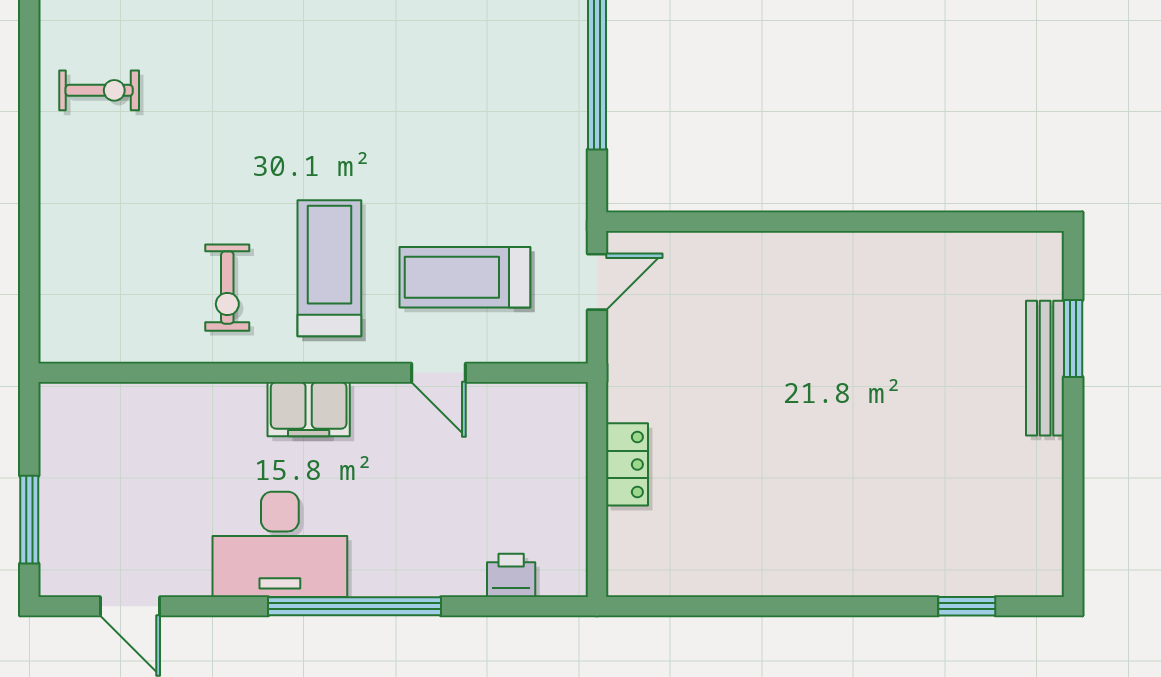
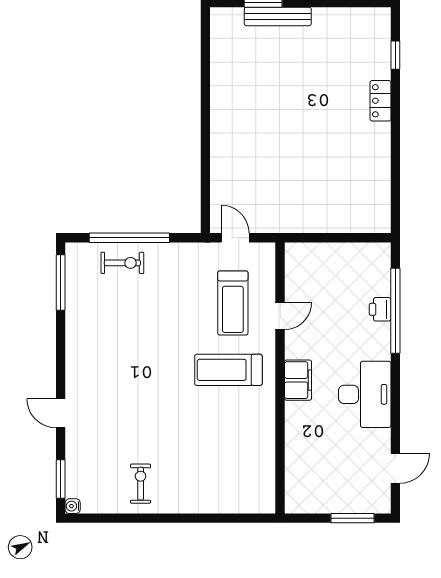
exercise bike: (227, 288) -> (122, 263), moved
locker: (627, 464) -> (381, 101), moved, turned -90
printer: (511, 575) -> (380, 309), moved
window: (355, 606) -> (395, 311), moved

